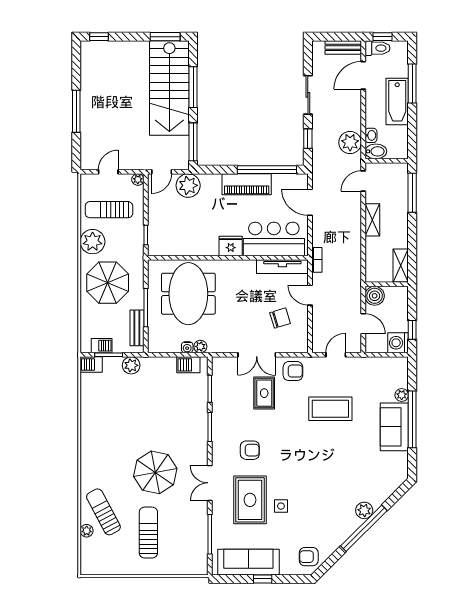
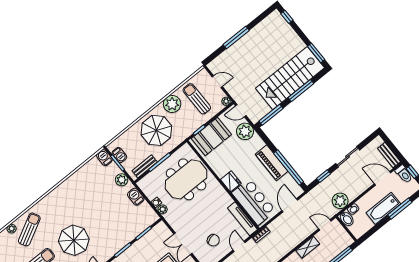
booth: (164, 227) -> (211, 136), added
barbecue: (188, 365) -> (136, 197), moved

